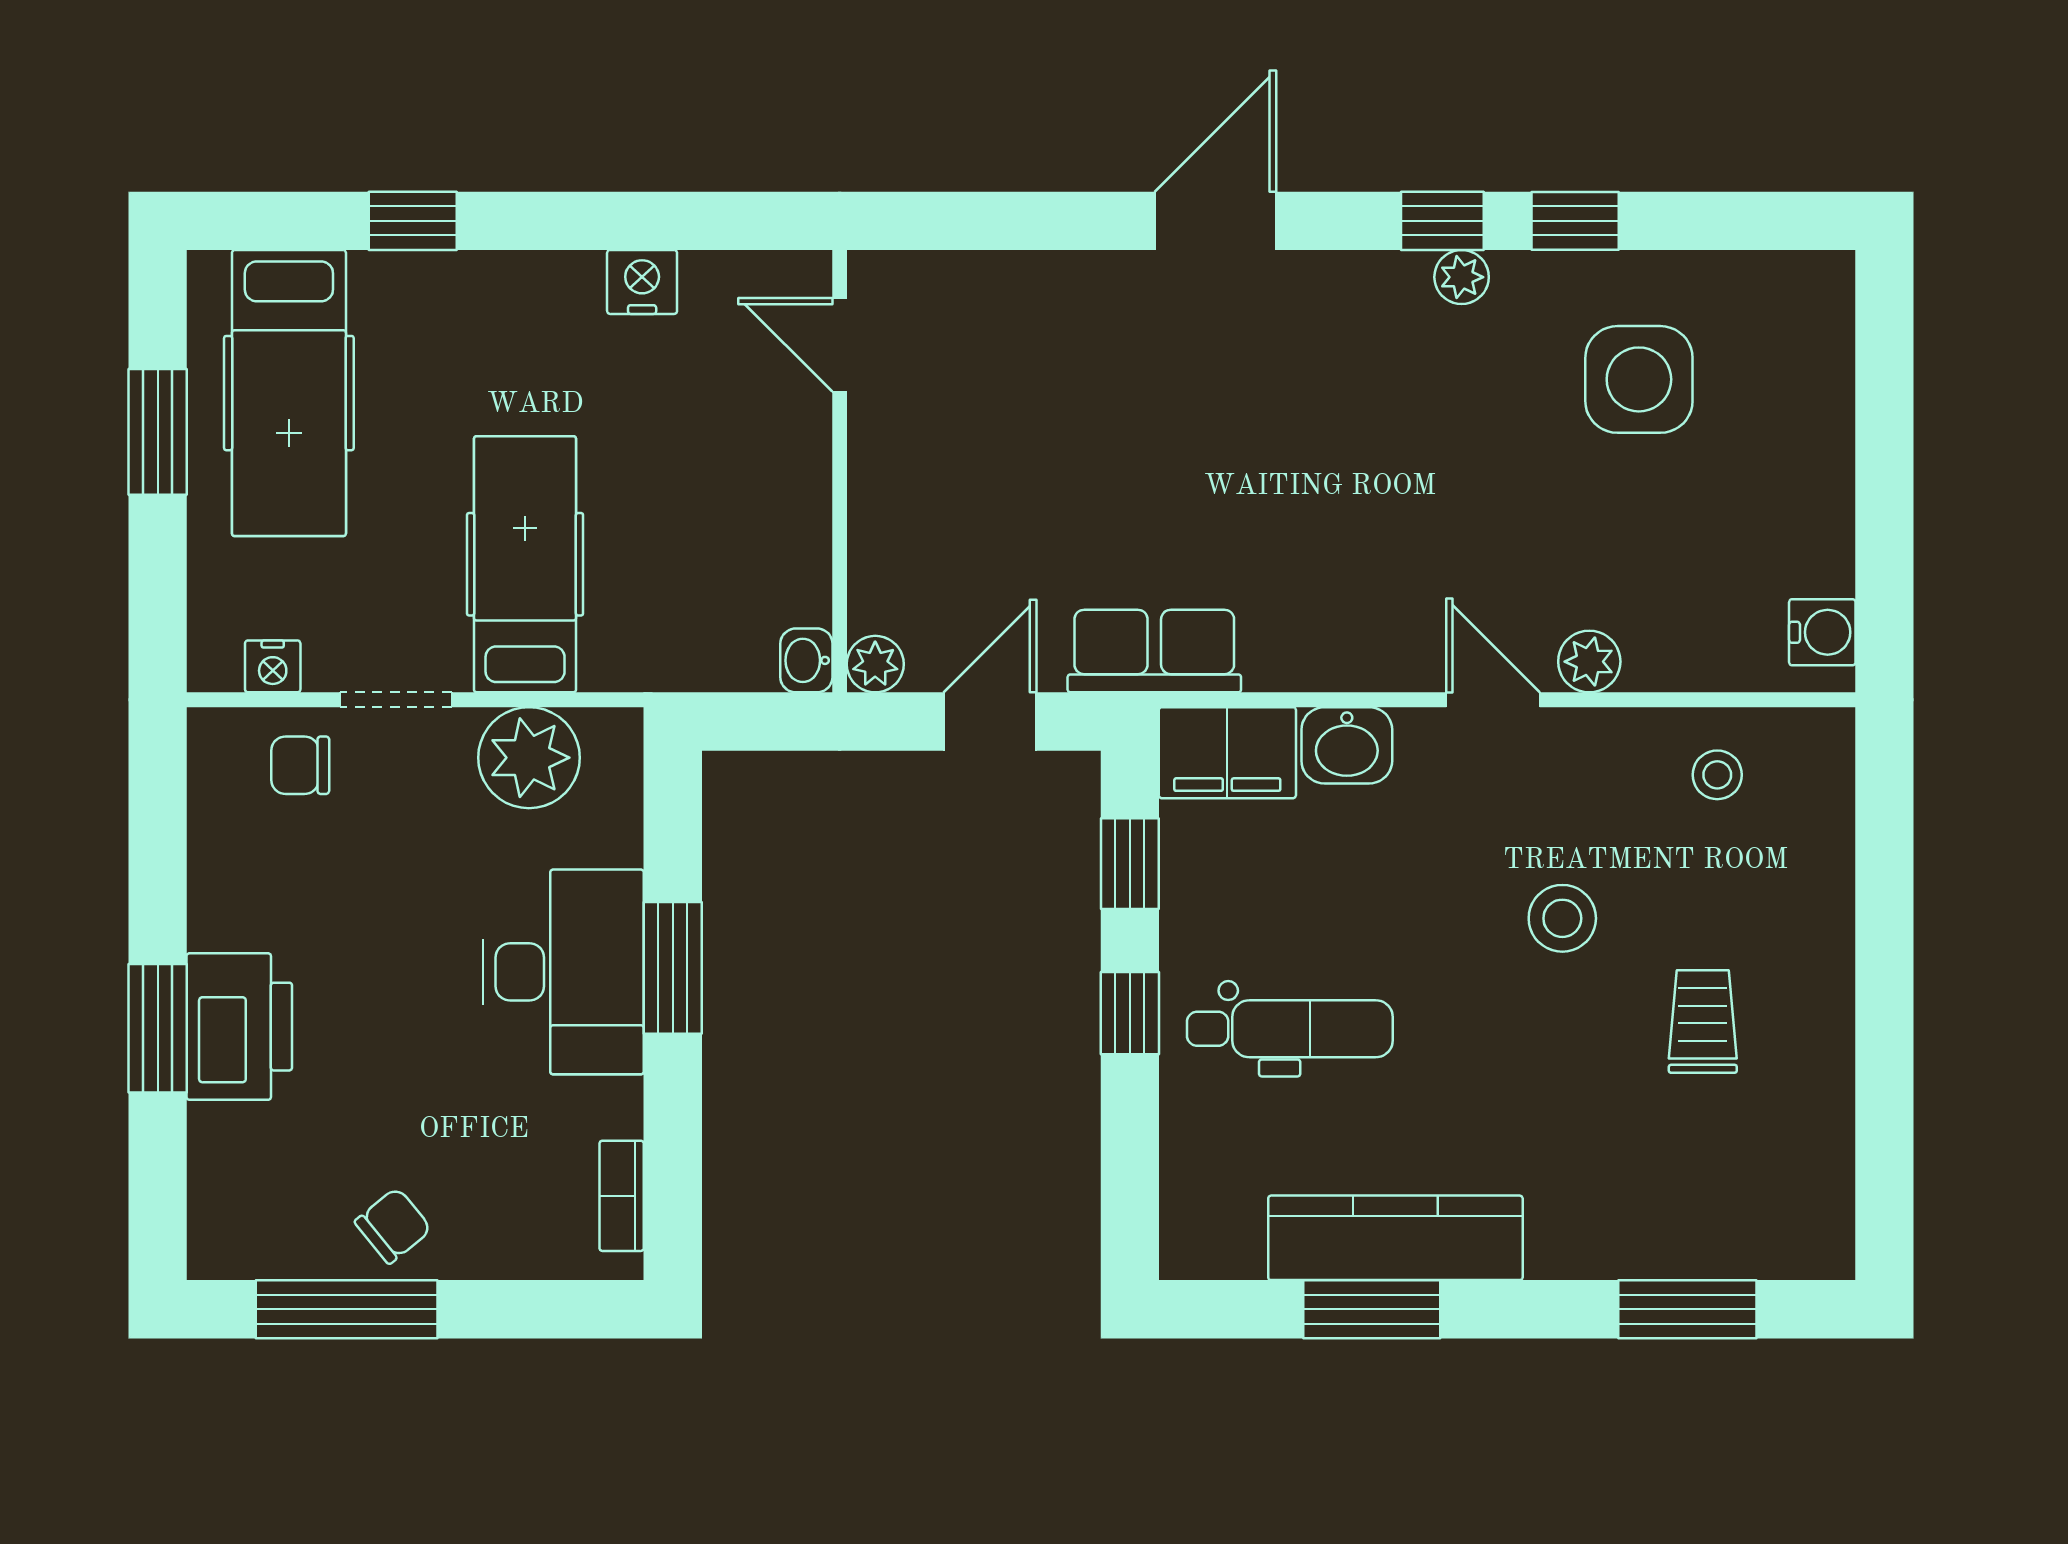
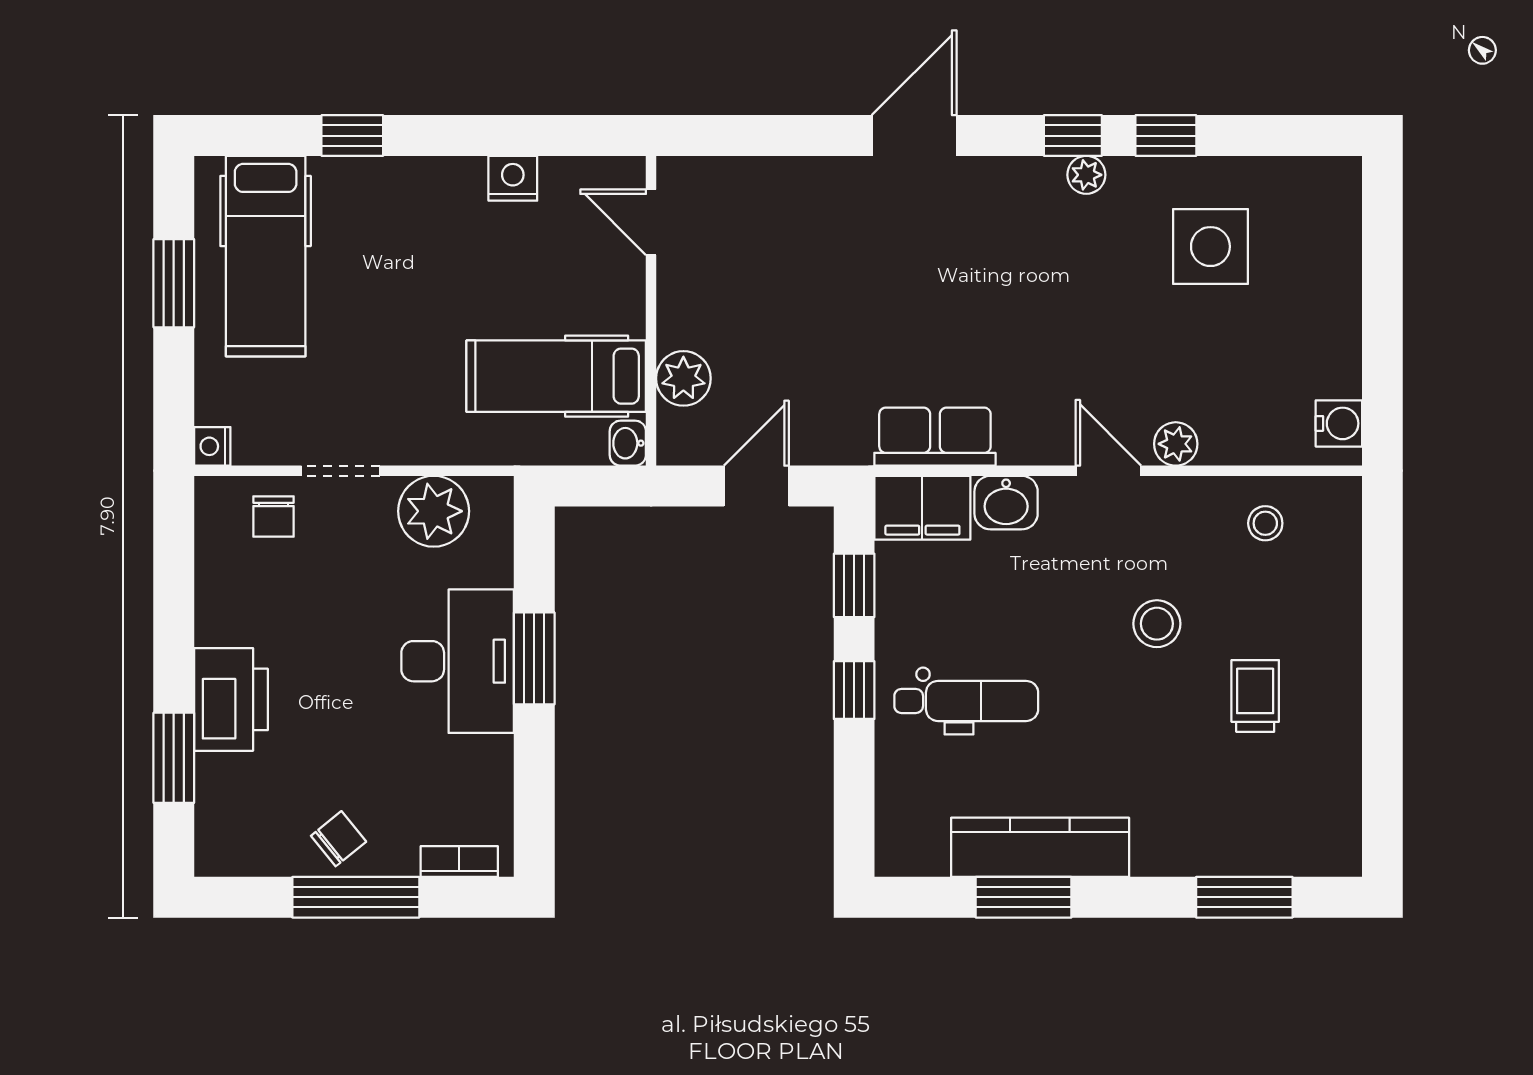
hospital bed: (525, 564) -> (556, 376), moved, turned -90
row of seats: (1154, 651) -> (935, 437), moved
plant: (875, 664) -> (683, 378), moved, width x1.38, depth x1.38
nightstand: (273, 666) -> (212, 446), moved, turned 90
chair: (300, 765) -> (274, 517), turned -90
window: (158, 1028) -> (174, 758), moved
bookcase: (622, 1196) -> (459, 862), moved, turned 90
window: (347, 1309) -> (356, 897), moved

